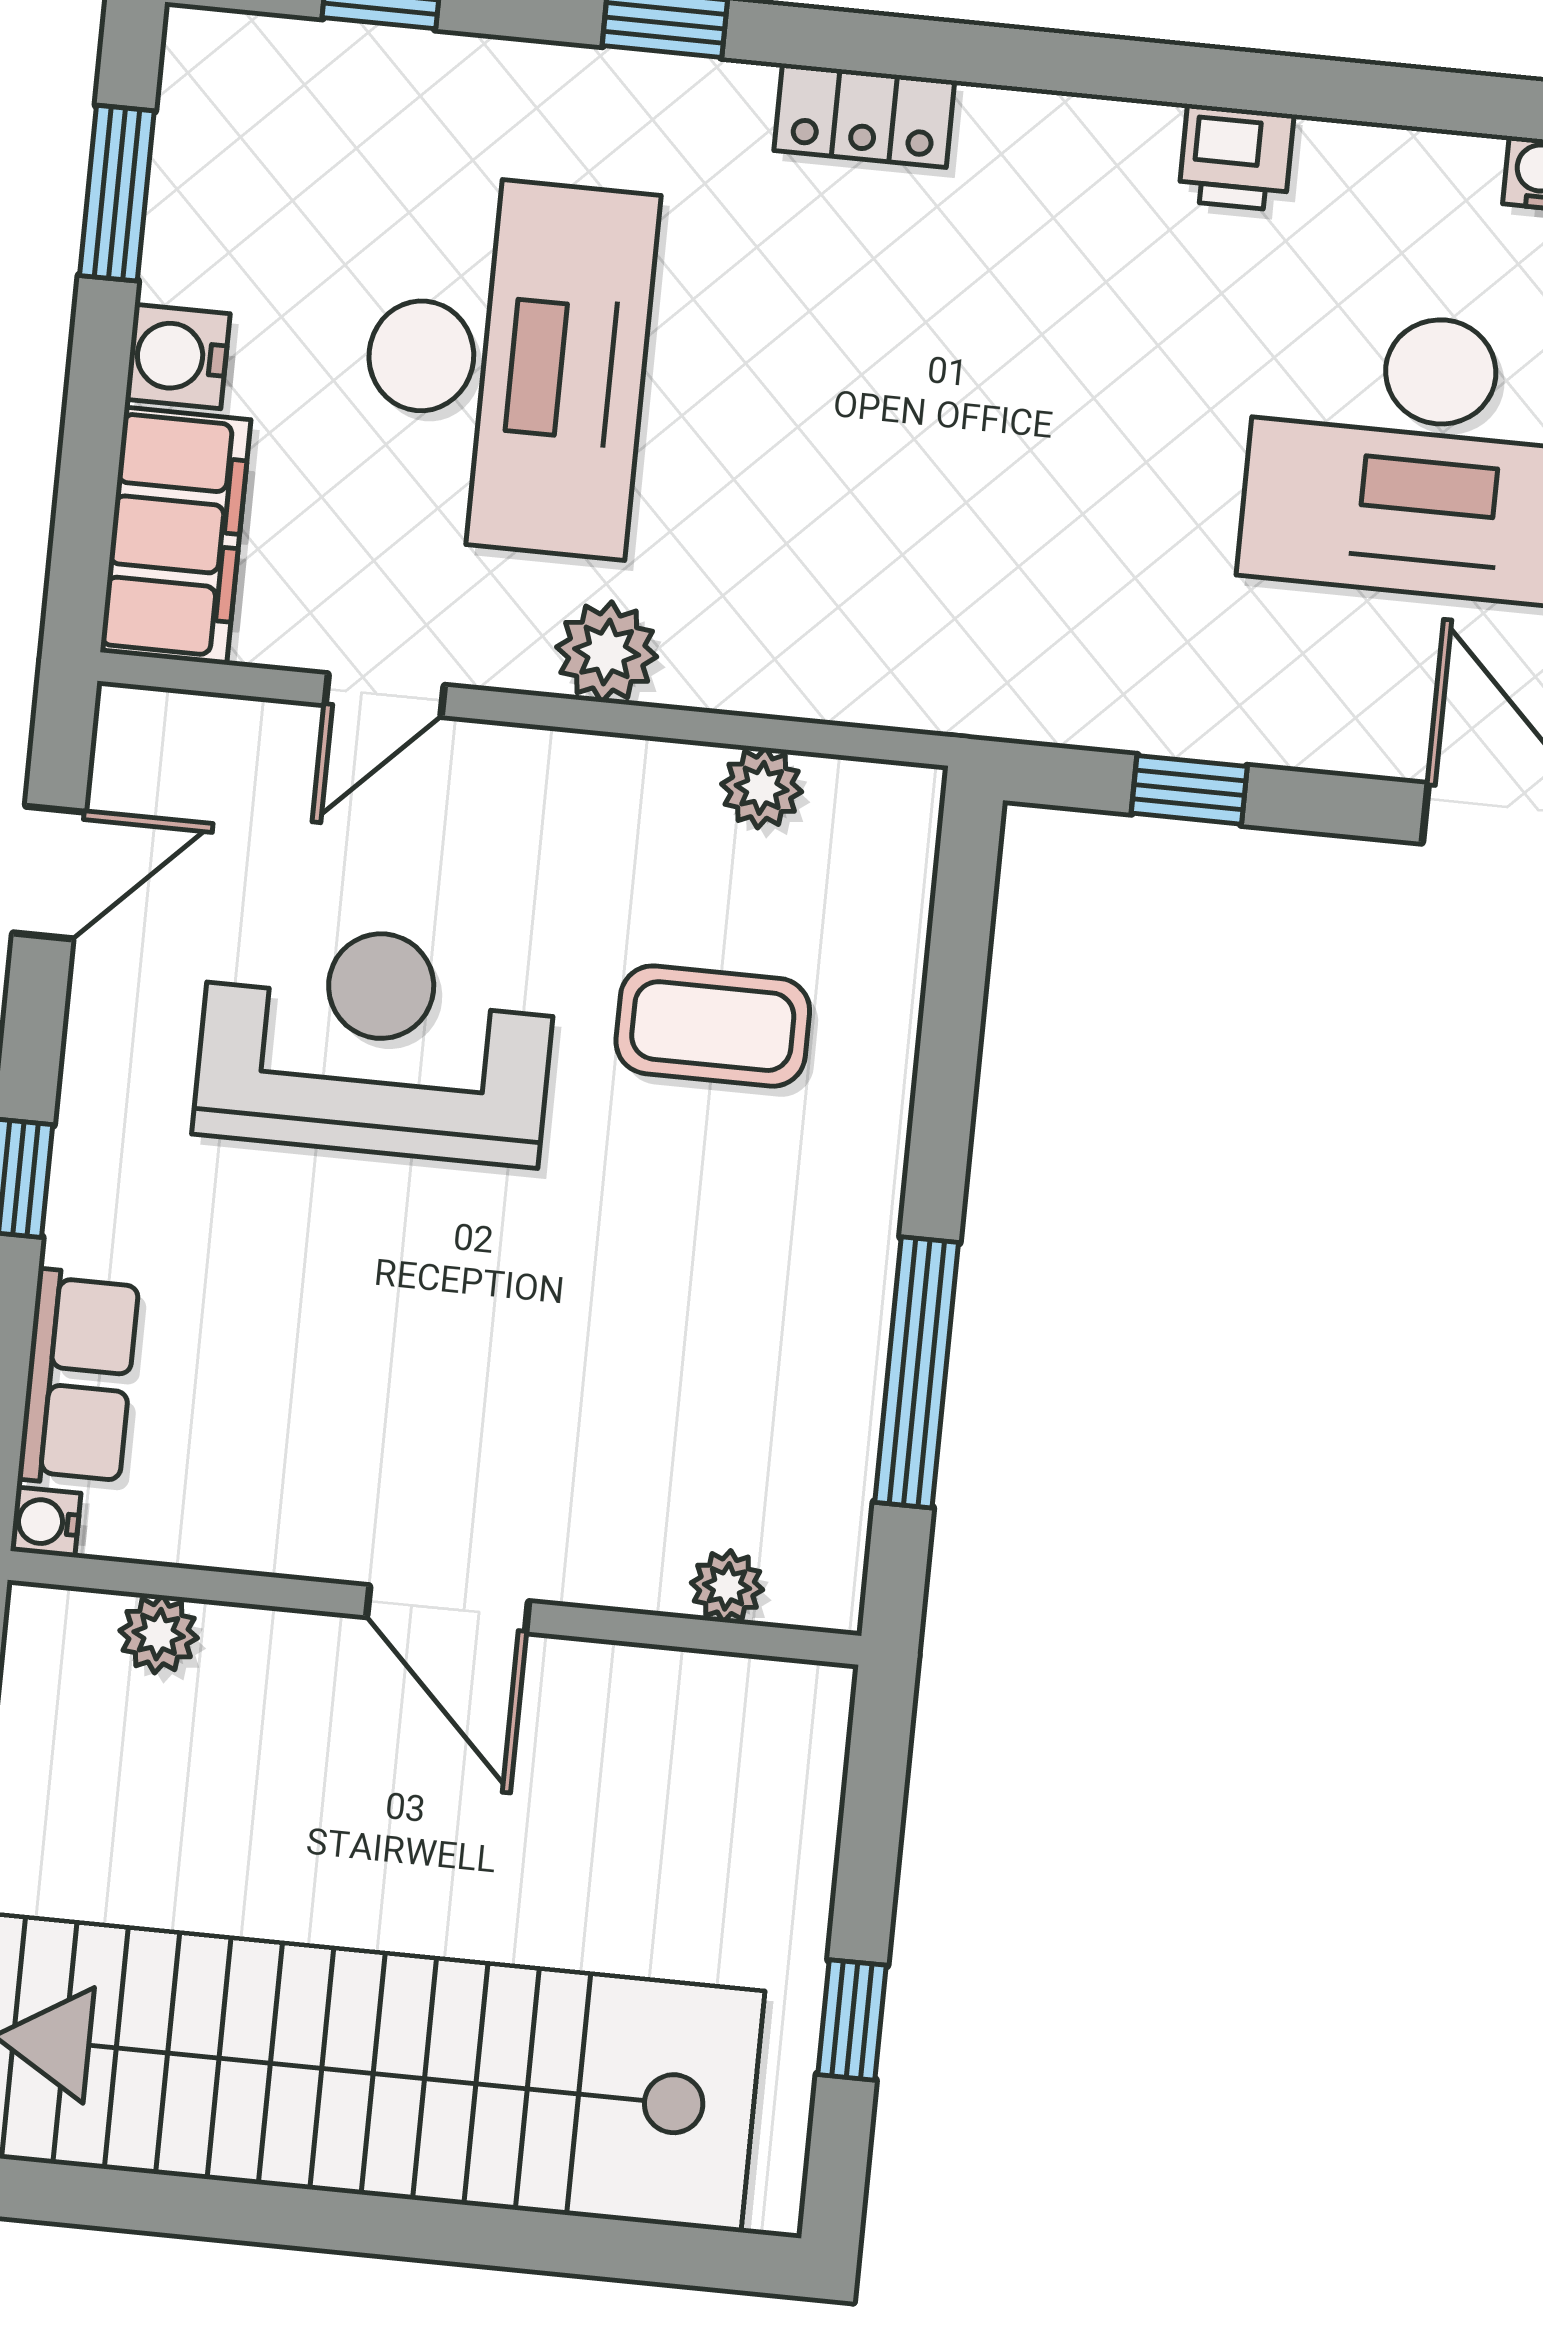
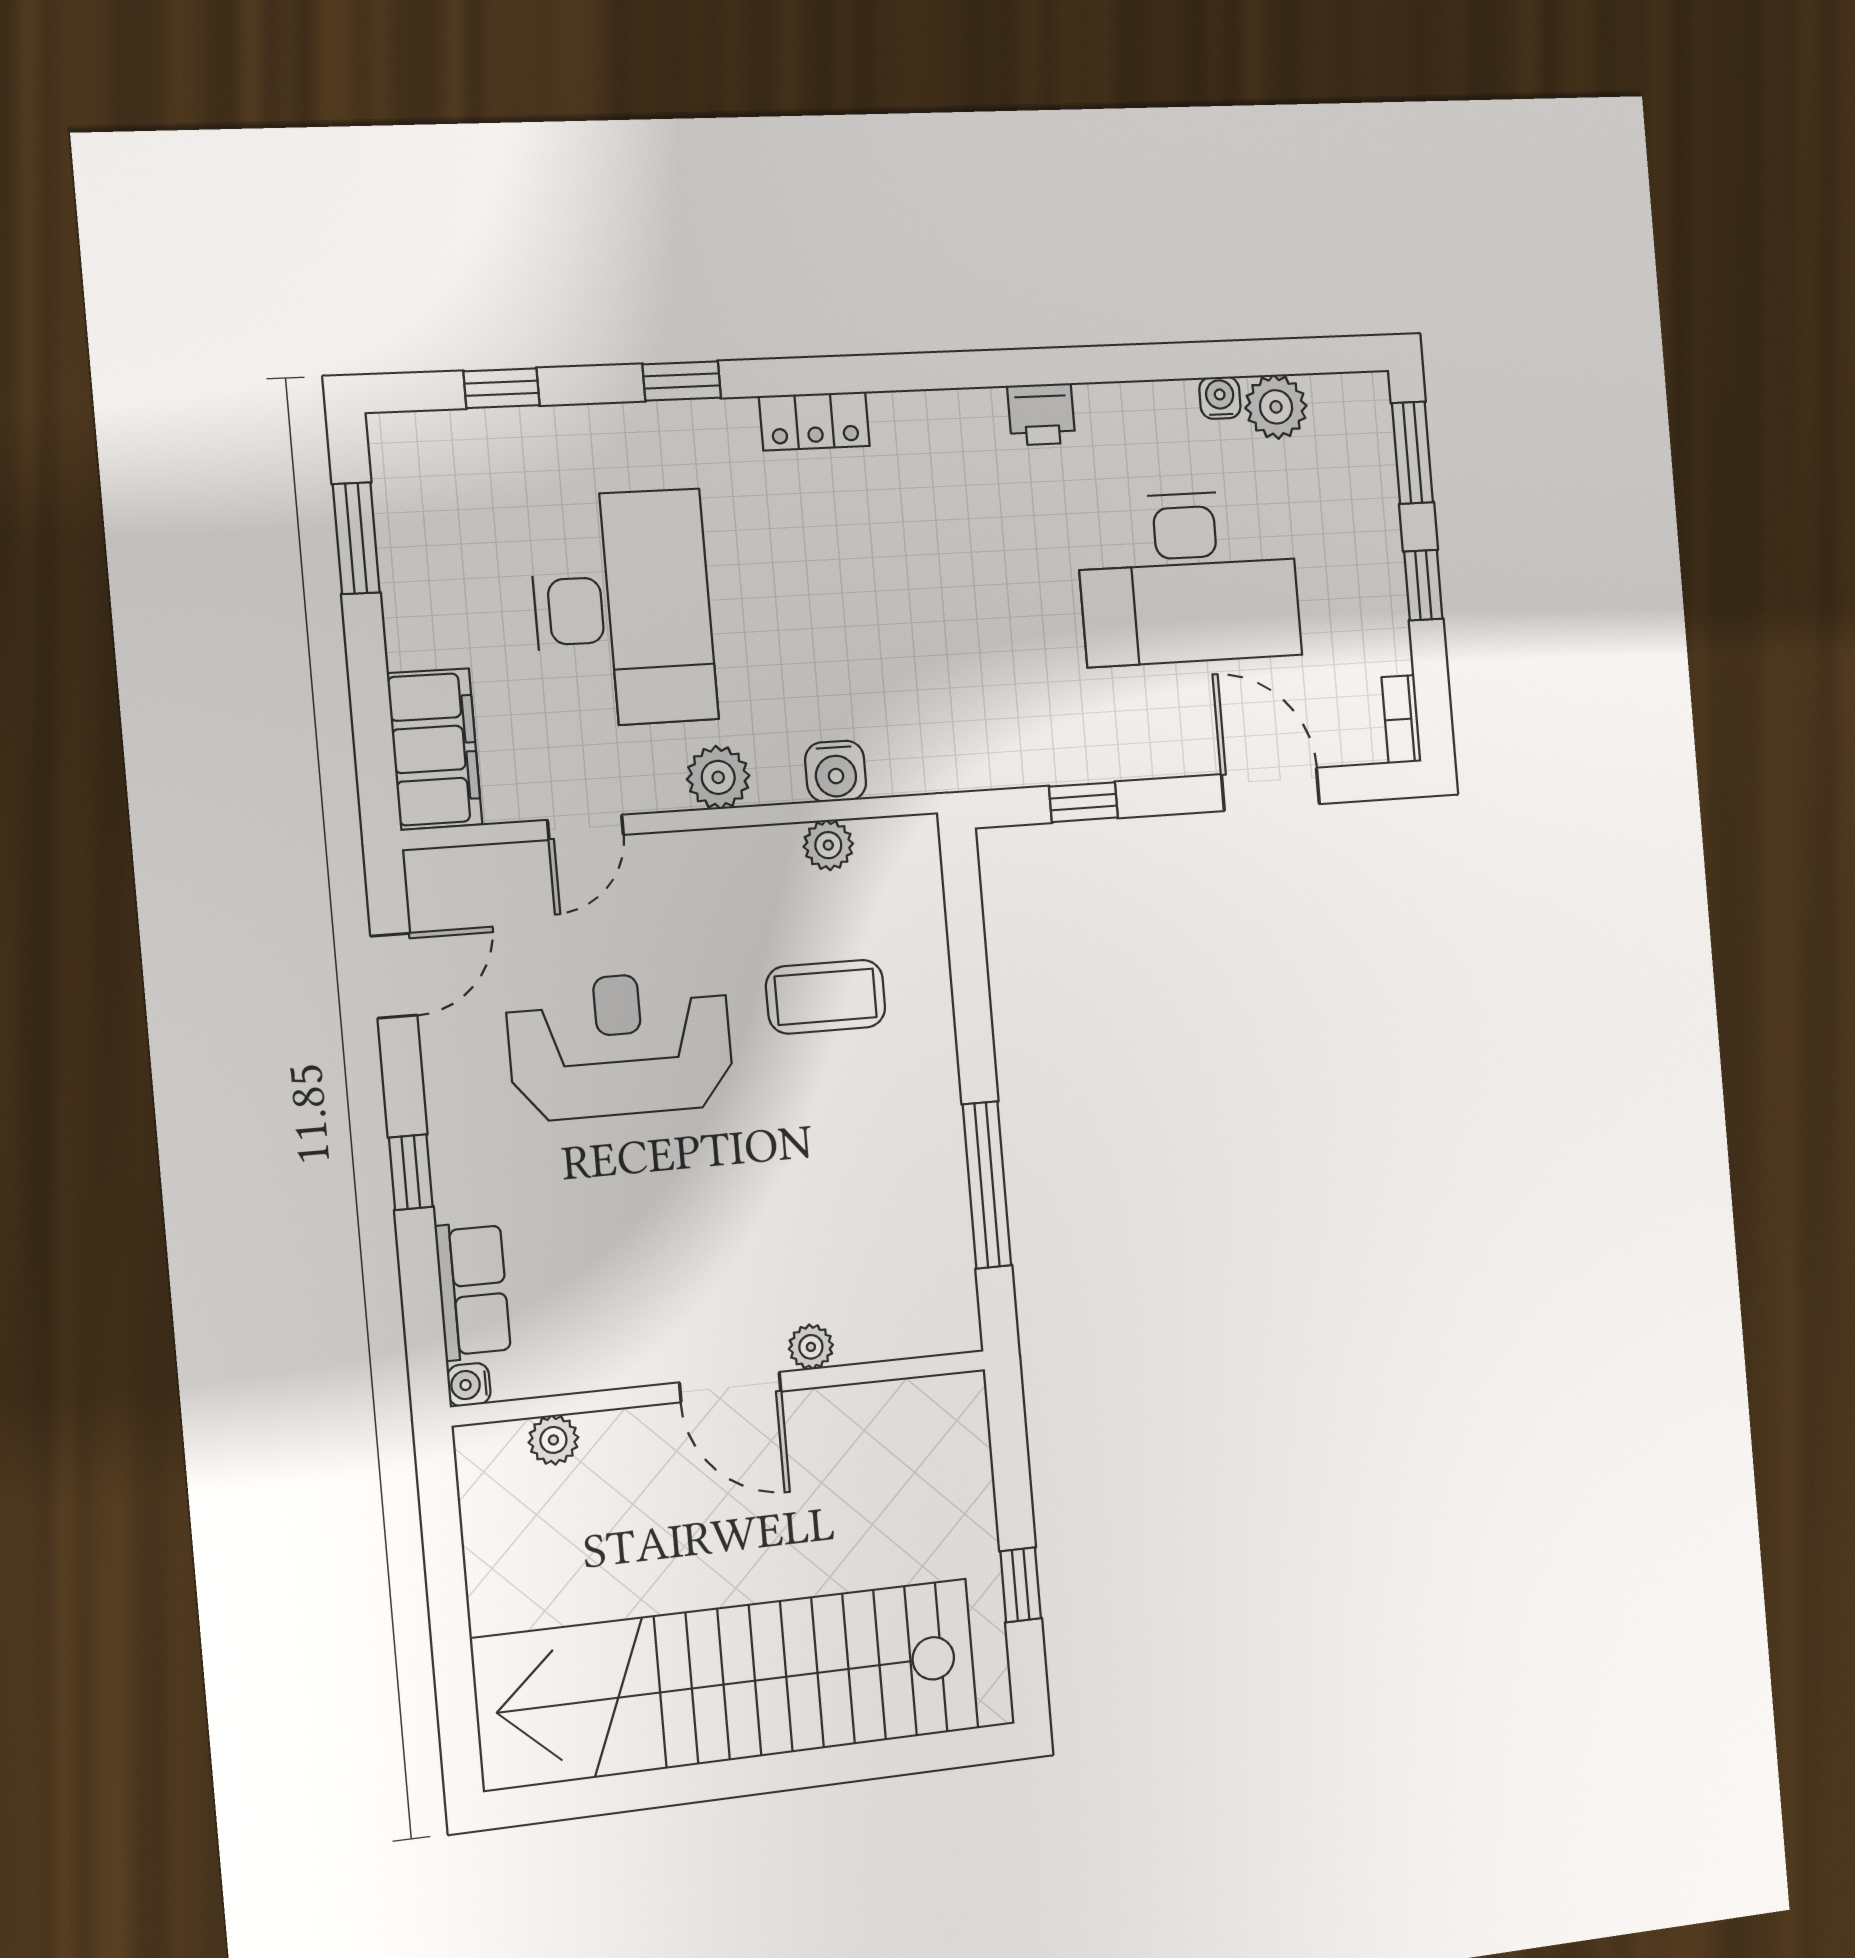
water cooler: (178, 356) -> (836, 771), moved, turned -90
plant: (727, 1586) -> (811, 1347), moved

